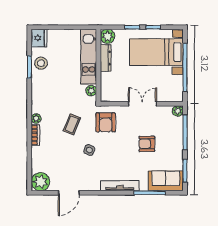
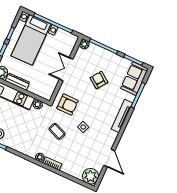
armchair: (147, 144) -> (99, 80), turned 126

